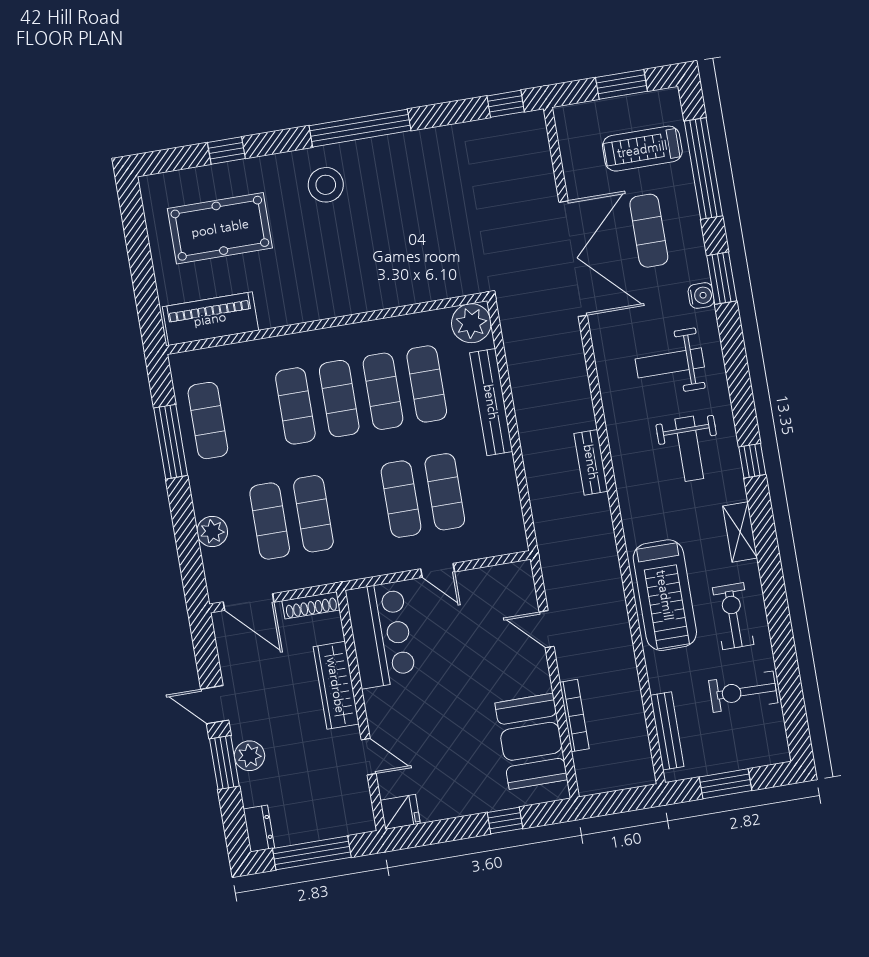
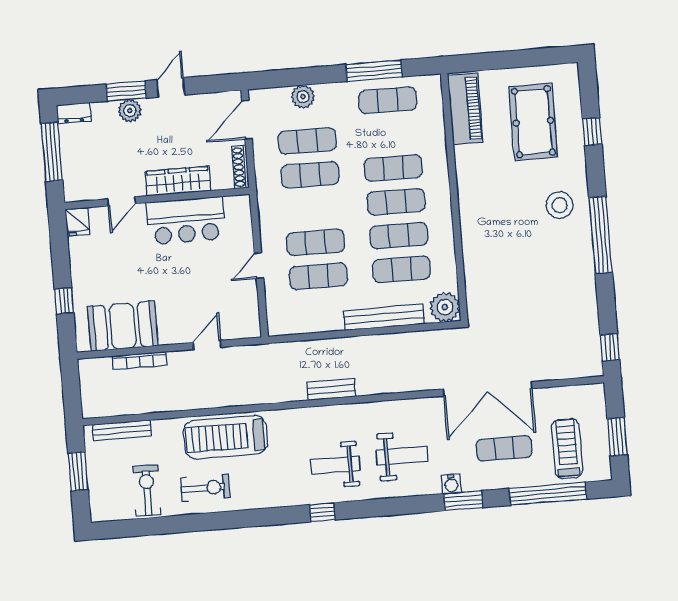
weight bench: (670, 363) -> (402, 456), turned 90
shelving: (740, 532) -> (269, 498), removed
bar counter: (381, 635) -> (186, 221), moved

